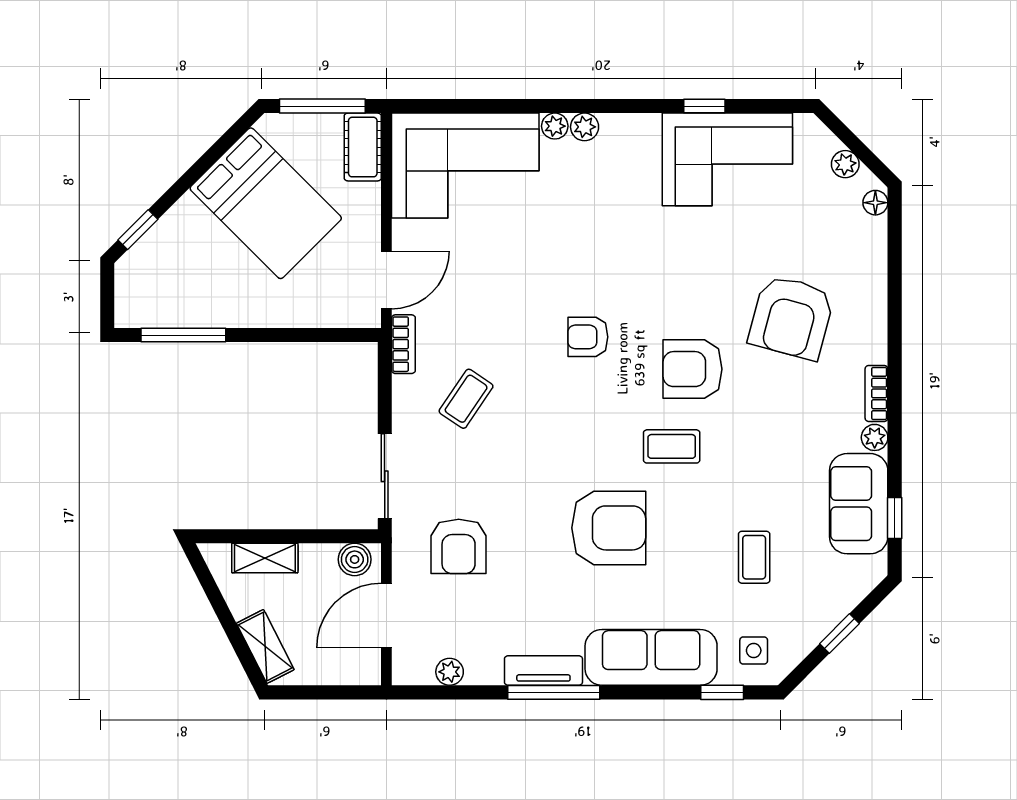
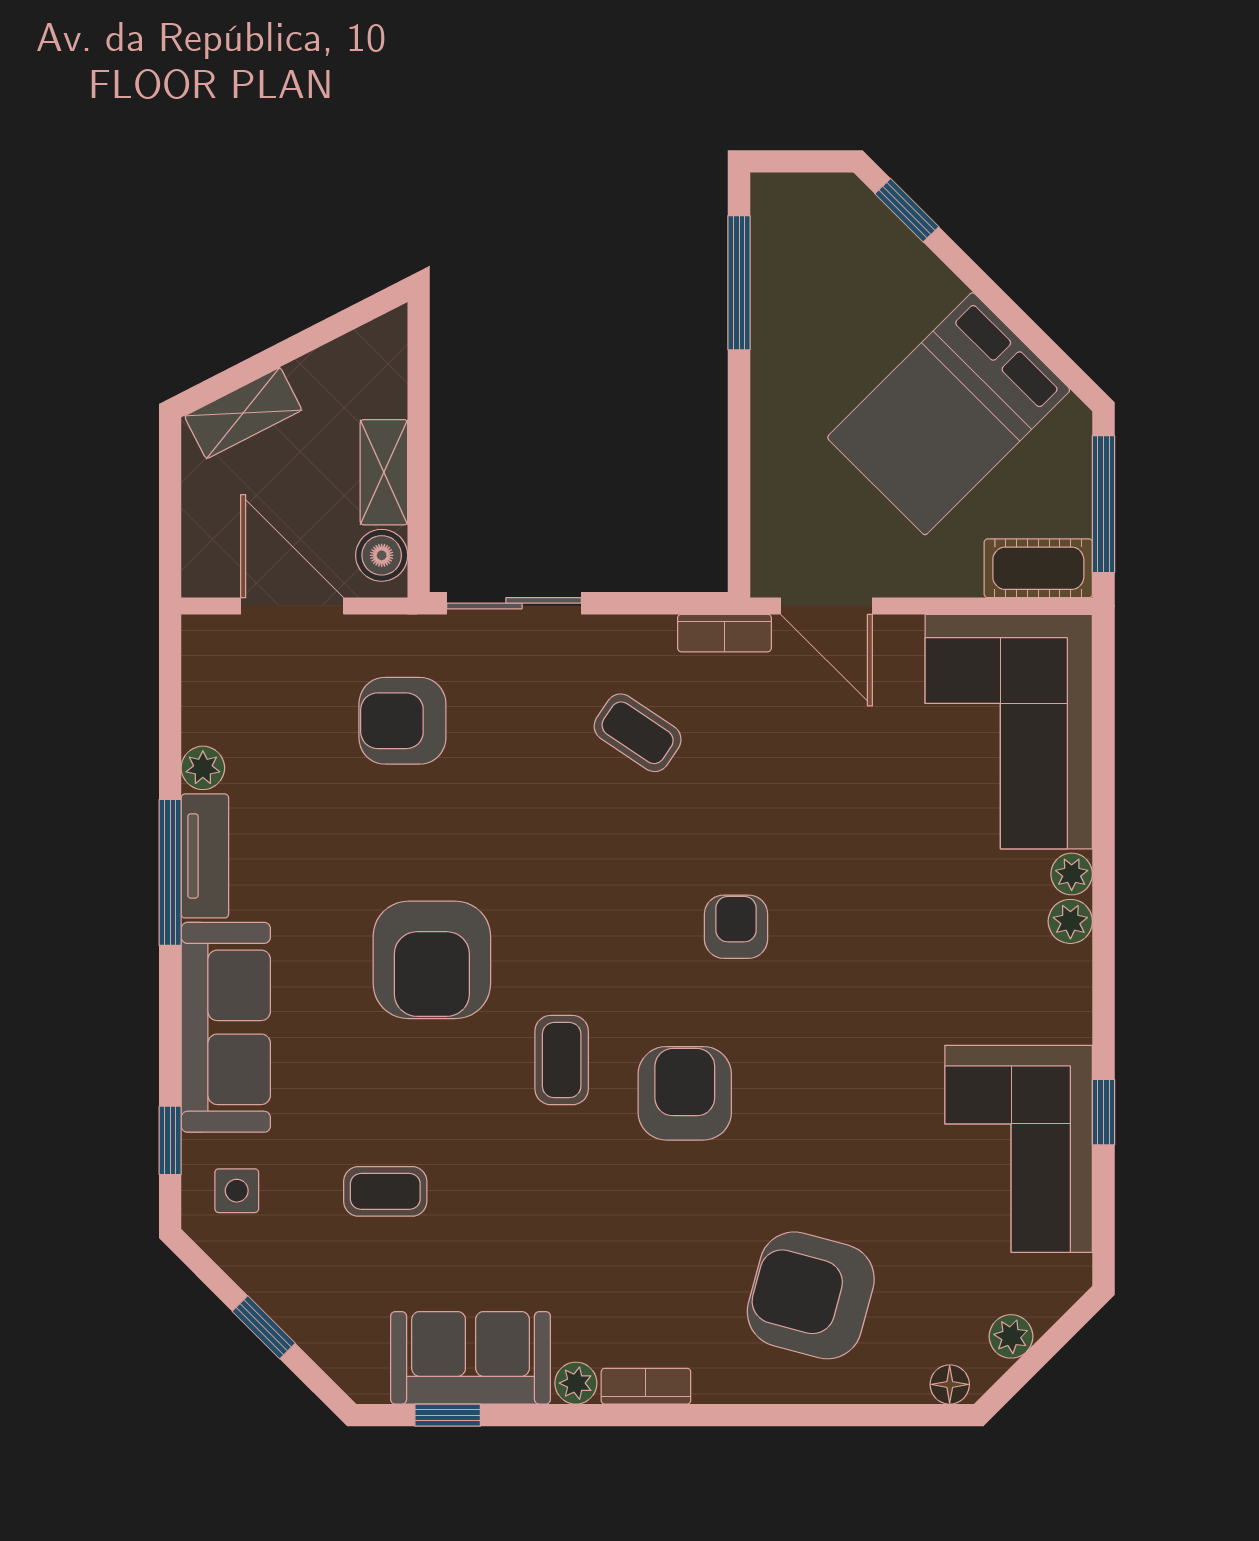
armchair: (791, 317) -> (811, 1295), moved
shelving: (265, 558) -> (384, 472), moved
plant: (450, 672) -> (203, 768), moved

